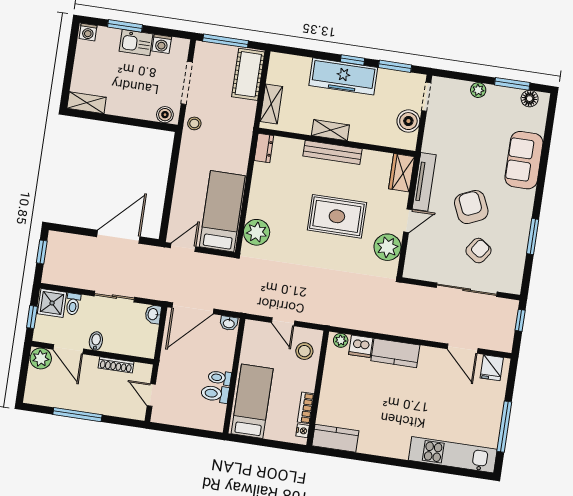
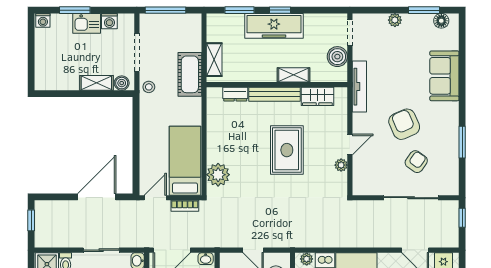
window: (395, 66) -> (240, 10), moved
cot: (248, 74) -> (190, 74), moved
shelving: (87, 103) -> (96, 83), moved
shelving: (330, 130) -> (294, 75), moved
dresser: (264, 148) -> (235, 94), moved, turned 90
wardrobe: (402, 173) -> (317, 96), moved, turned -90
tv unit: (424, 182) -> (359, 87), moved
rug: (337, 216) -> (287, 150), turned 90
plant: (387, 247) -> (341, 165), width x0.53, depth x0.53
bookcase: (215, 261) -> (185, 206), added

